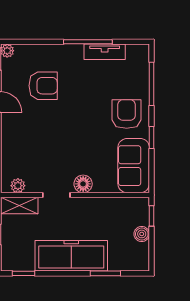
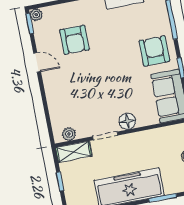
armchair: (43, 86) -> (74, 40), turned 90

